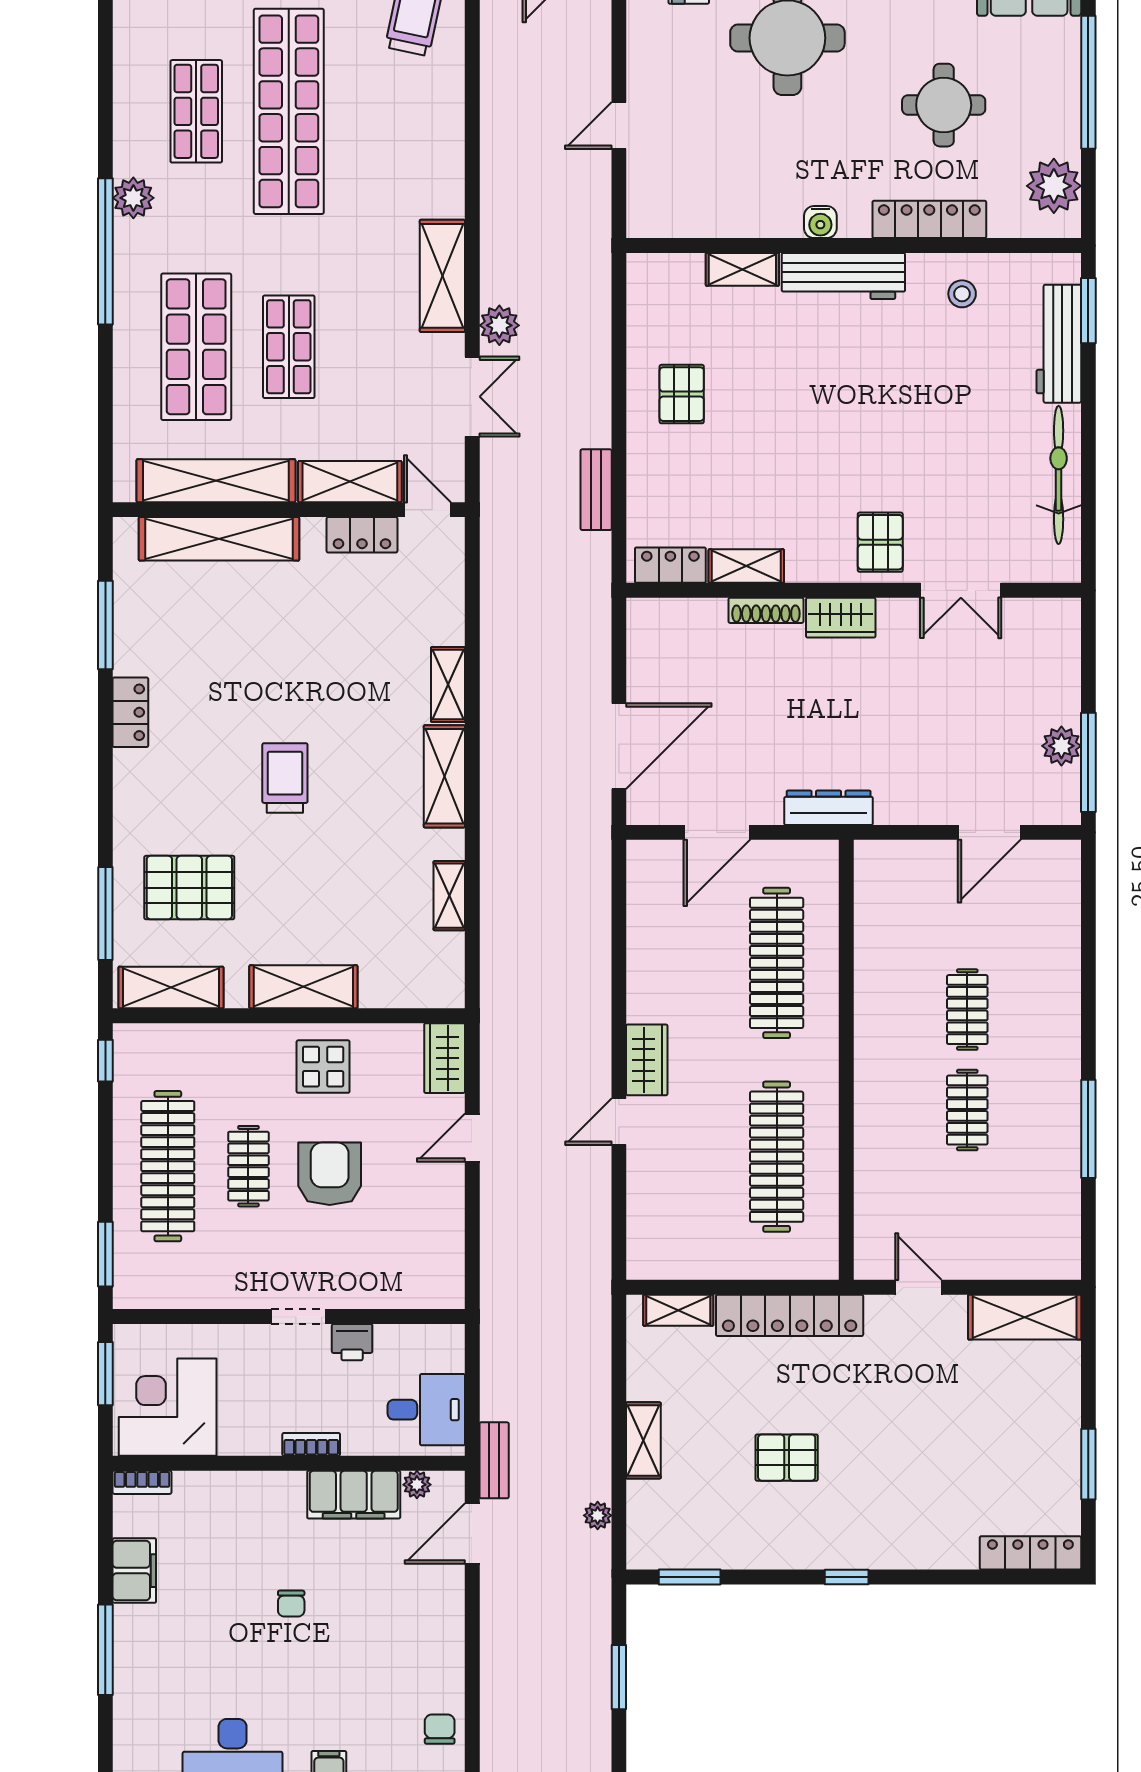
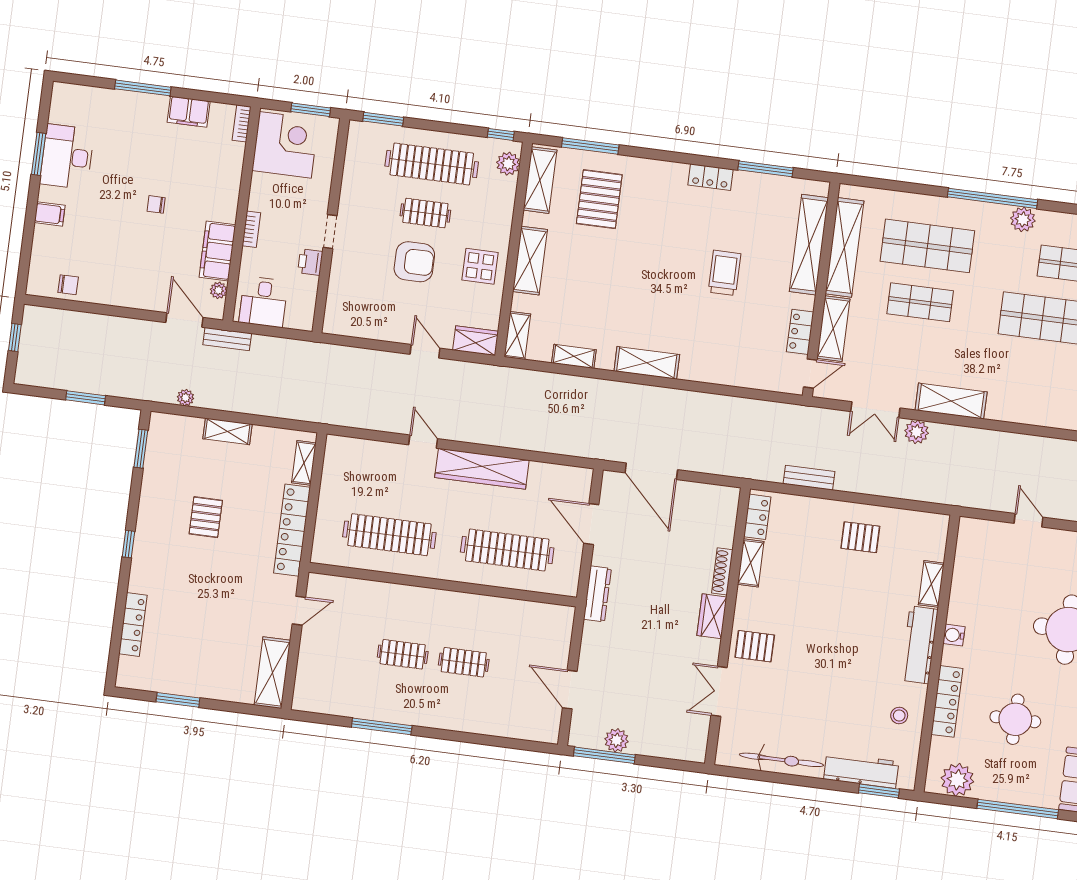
shelving: (448, 685) -> (517, 335), moved, turned 90
trolley: (285, 778) -> (724, 273), moved, turned -90
plant: (151, 1042) -> (508, 164), added
wardrobe: (647, 1060) -> (482, 469), width x2.10, depth x1.17
locker: (1030, 1553) -> (133, 625), moved

